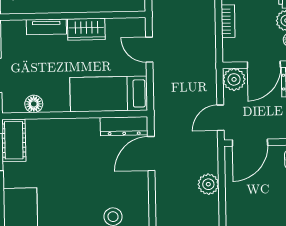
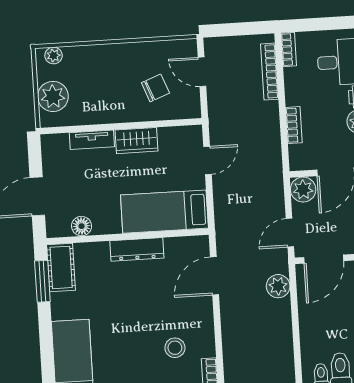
door: (149, 50) -> (207, 160), swing flipped
dresser: (124, 126) -> (137, 249), moved
plant: (208, 184) -> (278, 286), moved

